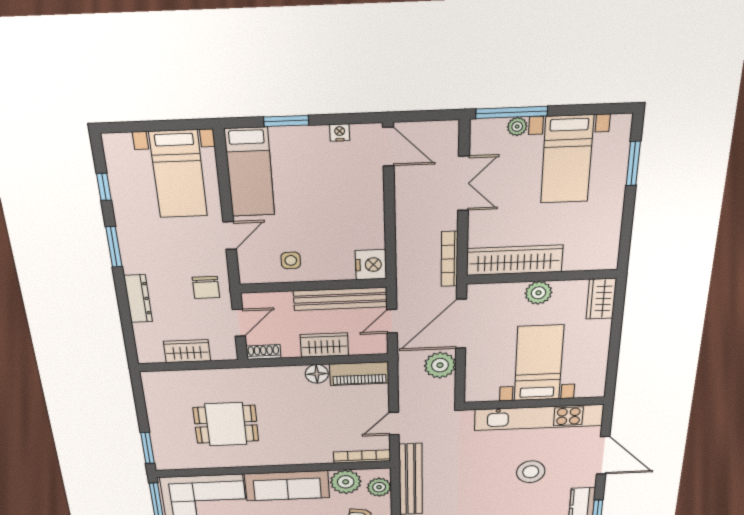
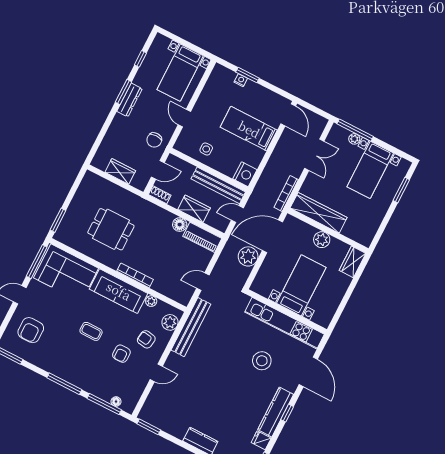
nightstand: (340, 132) -> (241, 80), moved
bed: (250, 172) -> (249, 129), moved, turned 90
door: (230, 236) -> (184, 118), swing flipped
dresser: (138, 299) -> (130, 100), moved
bookcase: (362, 457) -> (135, 275), moved
plant: (346, 482) -> (151, 301), width x0.53, depth x0.53

